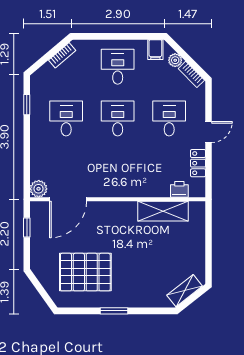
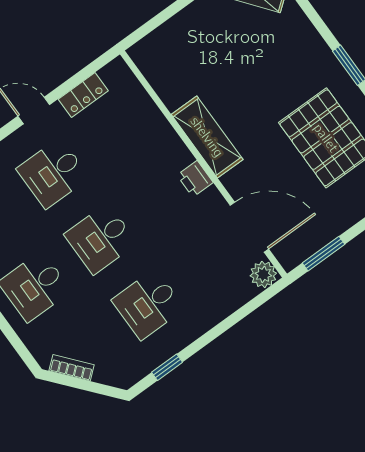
printer: (179, 189) -> (195, 179), moved
shelving: (163, 211) -> (207, 137), moved
window: (27, 227) -> (323, 254), width x1.50

